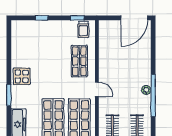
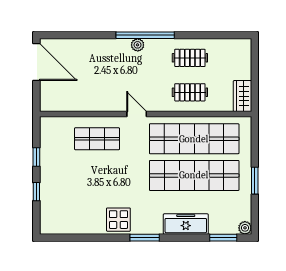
window: (77, 18) -> (36, 157), moved
trolley: (83, 29) -> (53, 133), removed
door: (97, 89) -> (137, 114), hinge flipped

